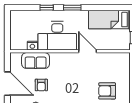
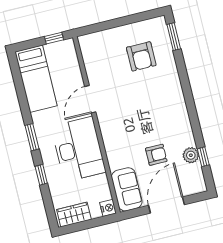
wardrobe: (16, 23) -> (74, 215), added
nightstand: (32, 46) -> (108, 208), moved
sofa: (36, 61) -> (127, 189), moved

